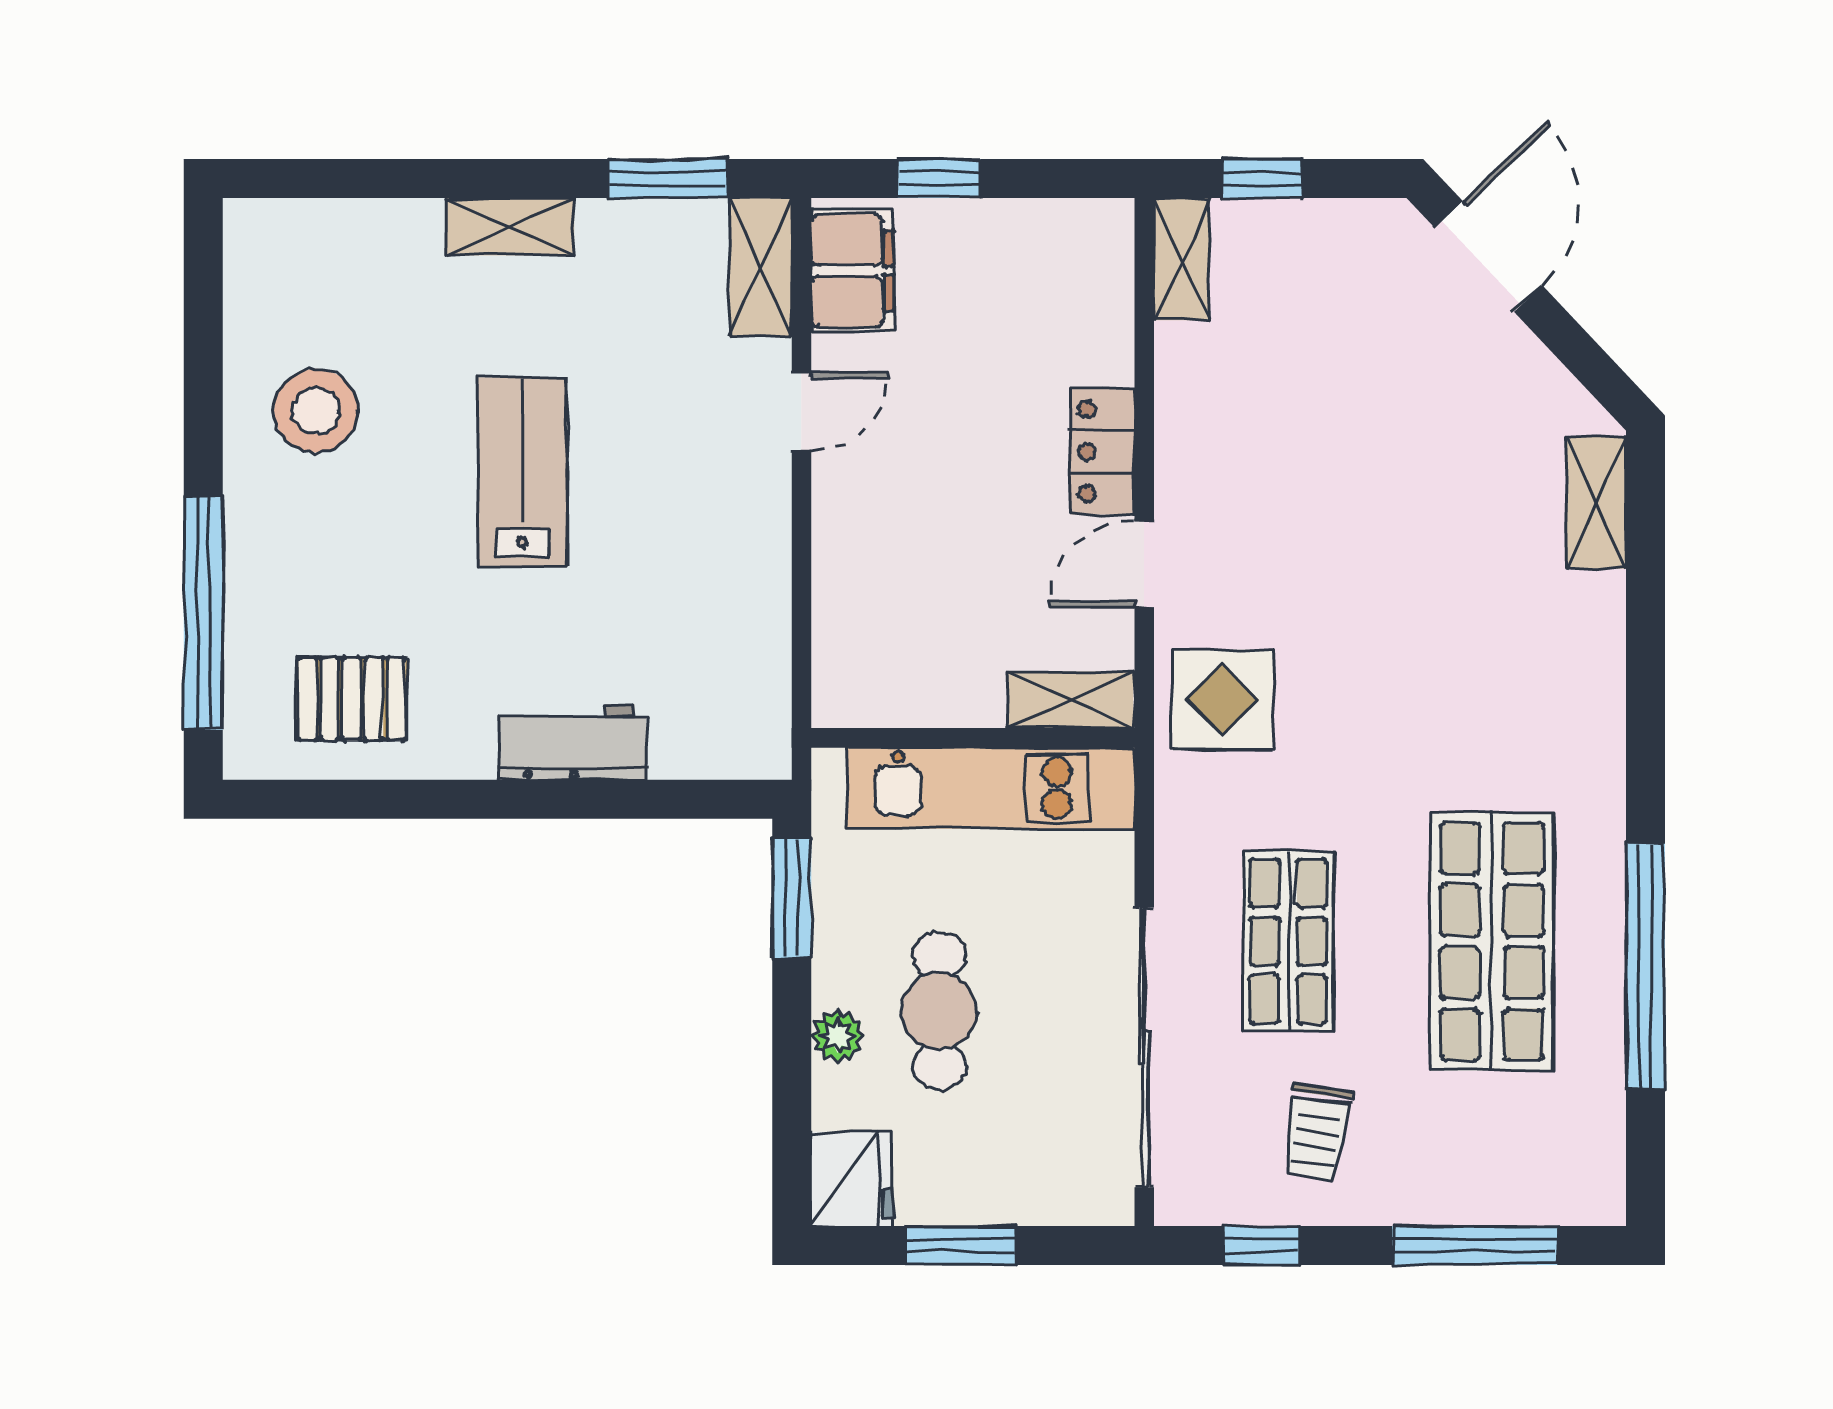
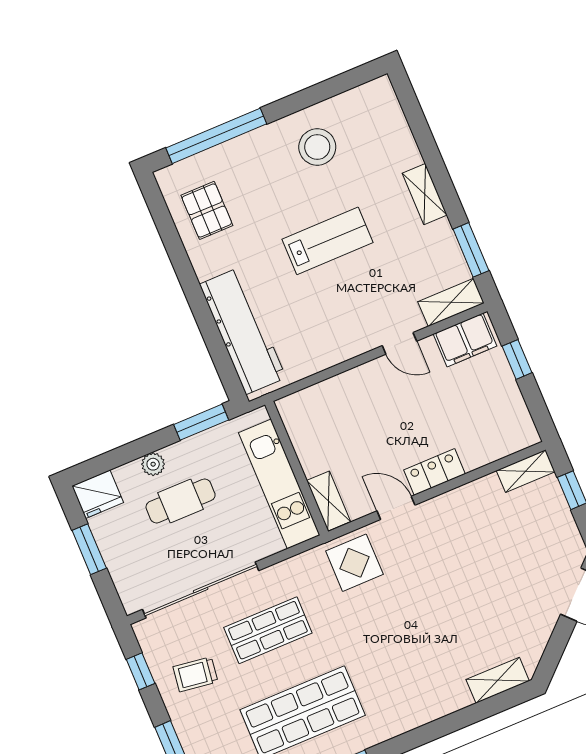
workbench: (573, 742) -> (243, 331), width x1.88, depth x1.32

